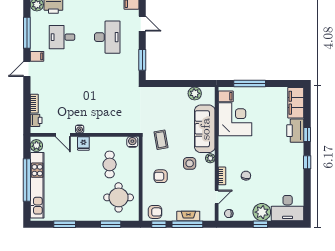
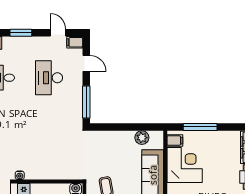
desk: (107, 37) -> (49, 78), turned 180
window: (142, 60) -> (86, 102), width x1.44

